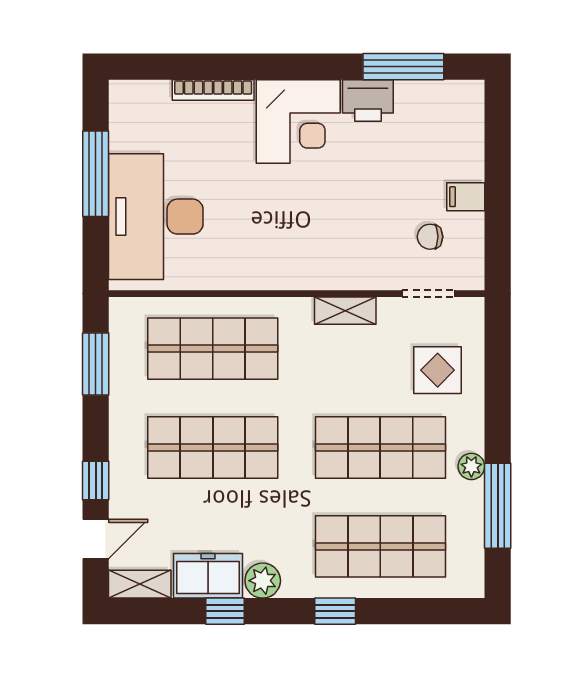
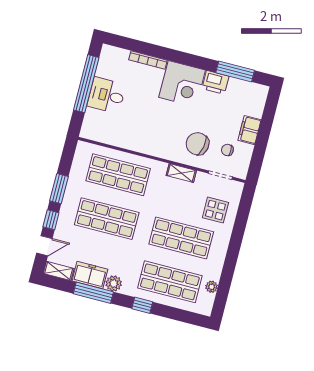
window: (96, 174) -> (86, 84), width x1.46
filing cabinet: (466, 197) -> (249, 130), width x2.00
desk: (156, 217) -> (107, 95), width x0.53, depth x0.77
chair: (363, 240) -> (197, 144), added
window: (96, 364) -> (59, 189), moved
plant: (471, 466) -> (212, 287), moved
window: (498, 506) -> (227, 277), removed
window: (225, 611) -> (93, 293), width x2.17

